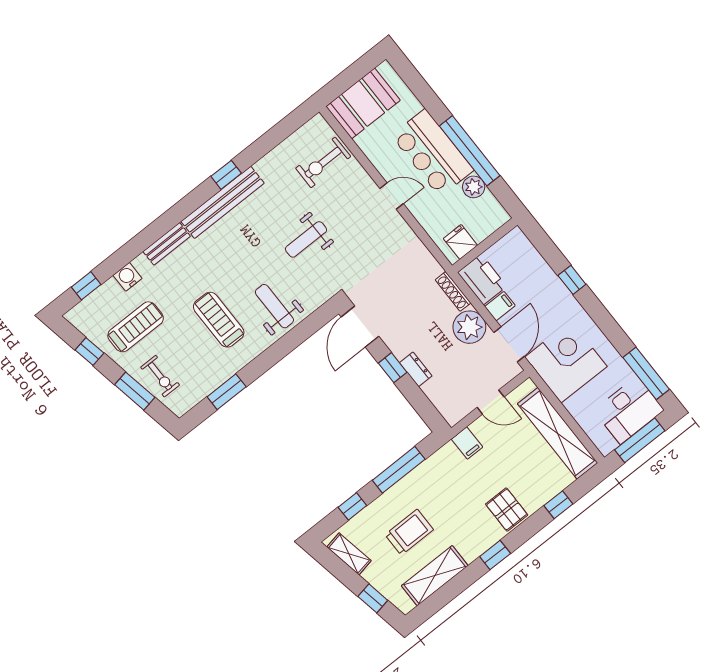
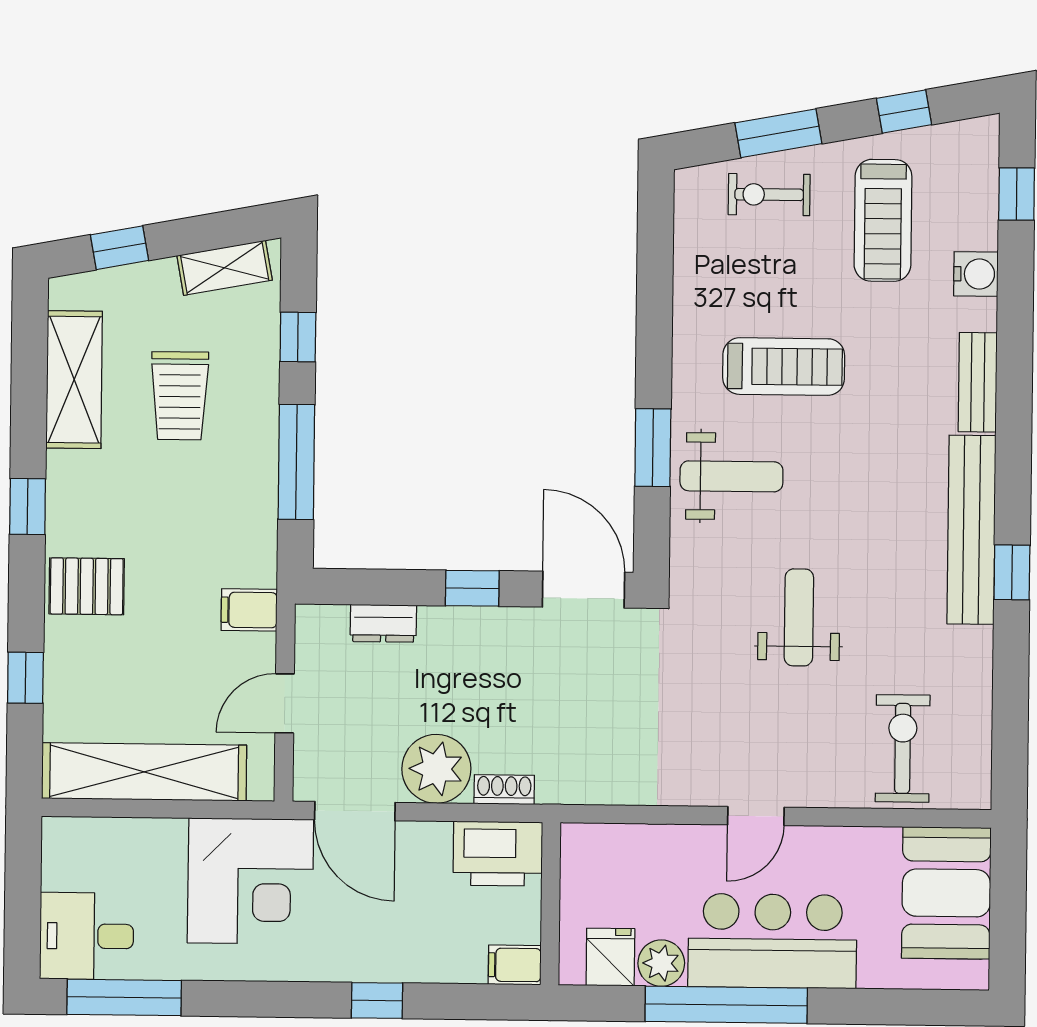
fridge: (460, 242) -> (610, 957), moved, turned -90
shoe rack: (453, 291) -> (504, 790), width x0.70
filing cabinet: (500, 306) -> (515, 965), moved, turned 90
dresser: (416, 369) -> (383, 623), moved
window: (227, 392) -> (653, 448), moved
desk: (629, 410) -> (87, 936), width x0.73
window: (640, 440) -> (23, 898), removed

